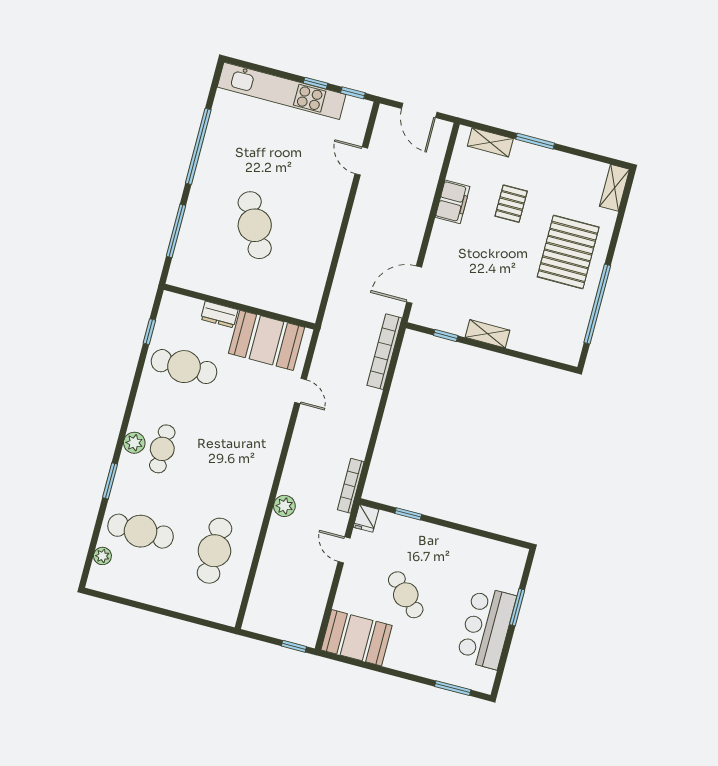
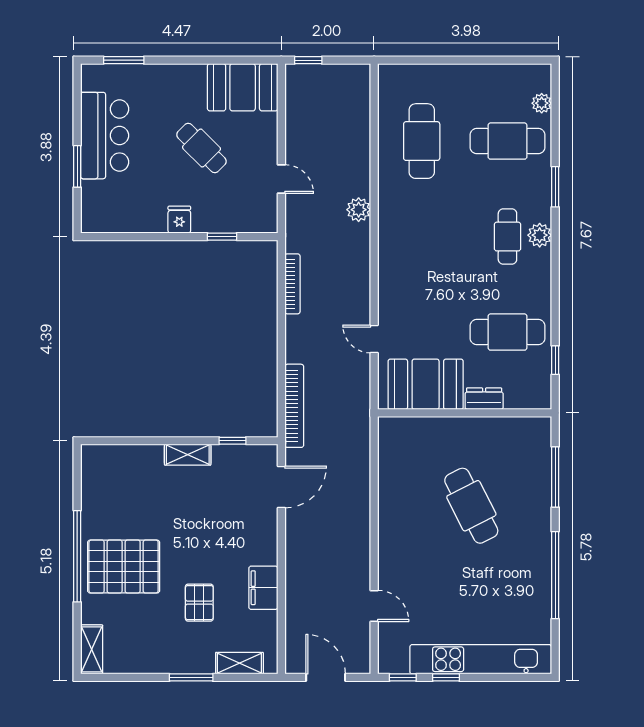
pallet: (568, 252) -> (124, 567), turned 90
window: (597, 304) -> (77, 556), moved
bookcase: (351, 486) -> (292, 284), moved
fridge: (366, 518) -> (179, 220), moved

